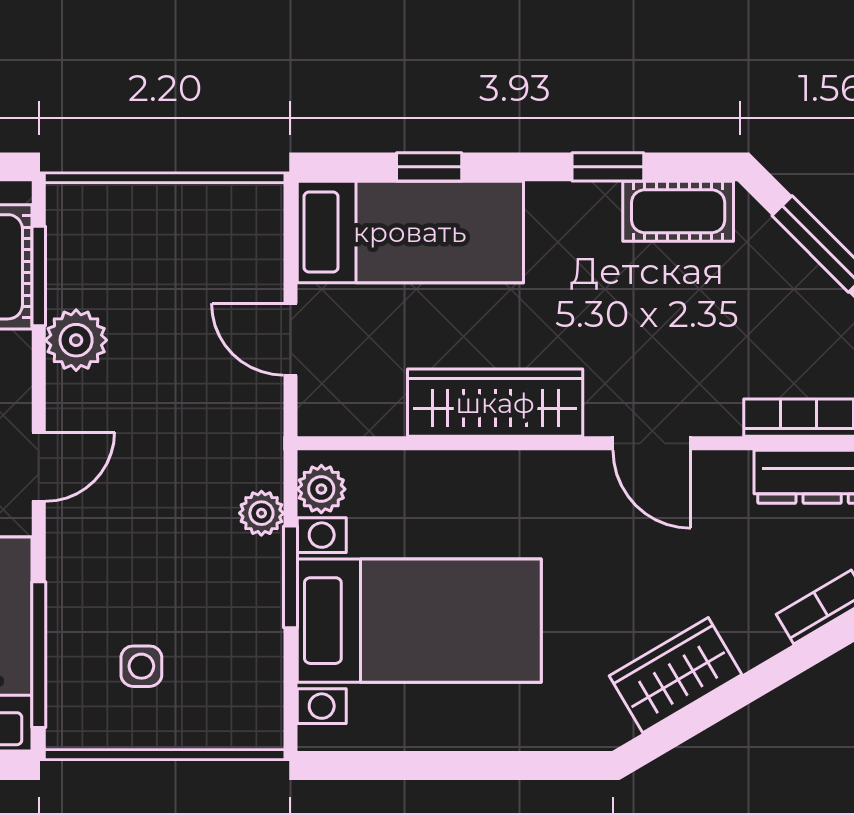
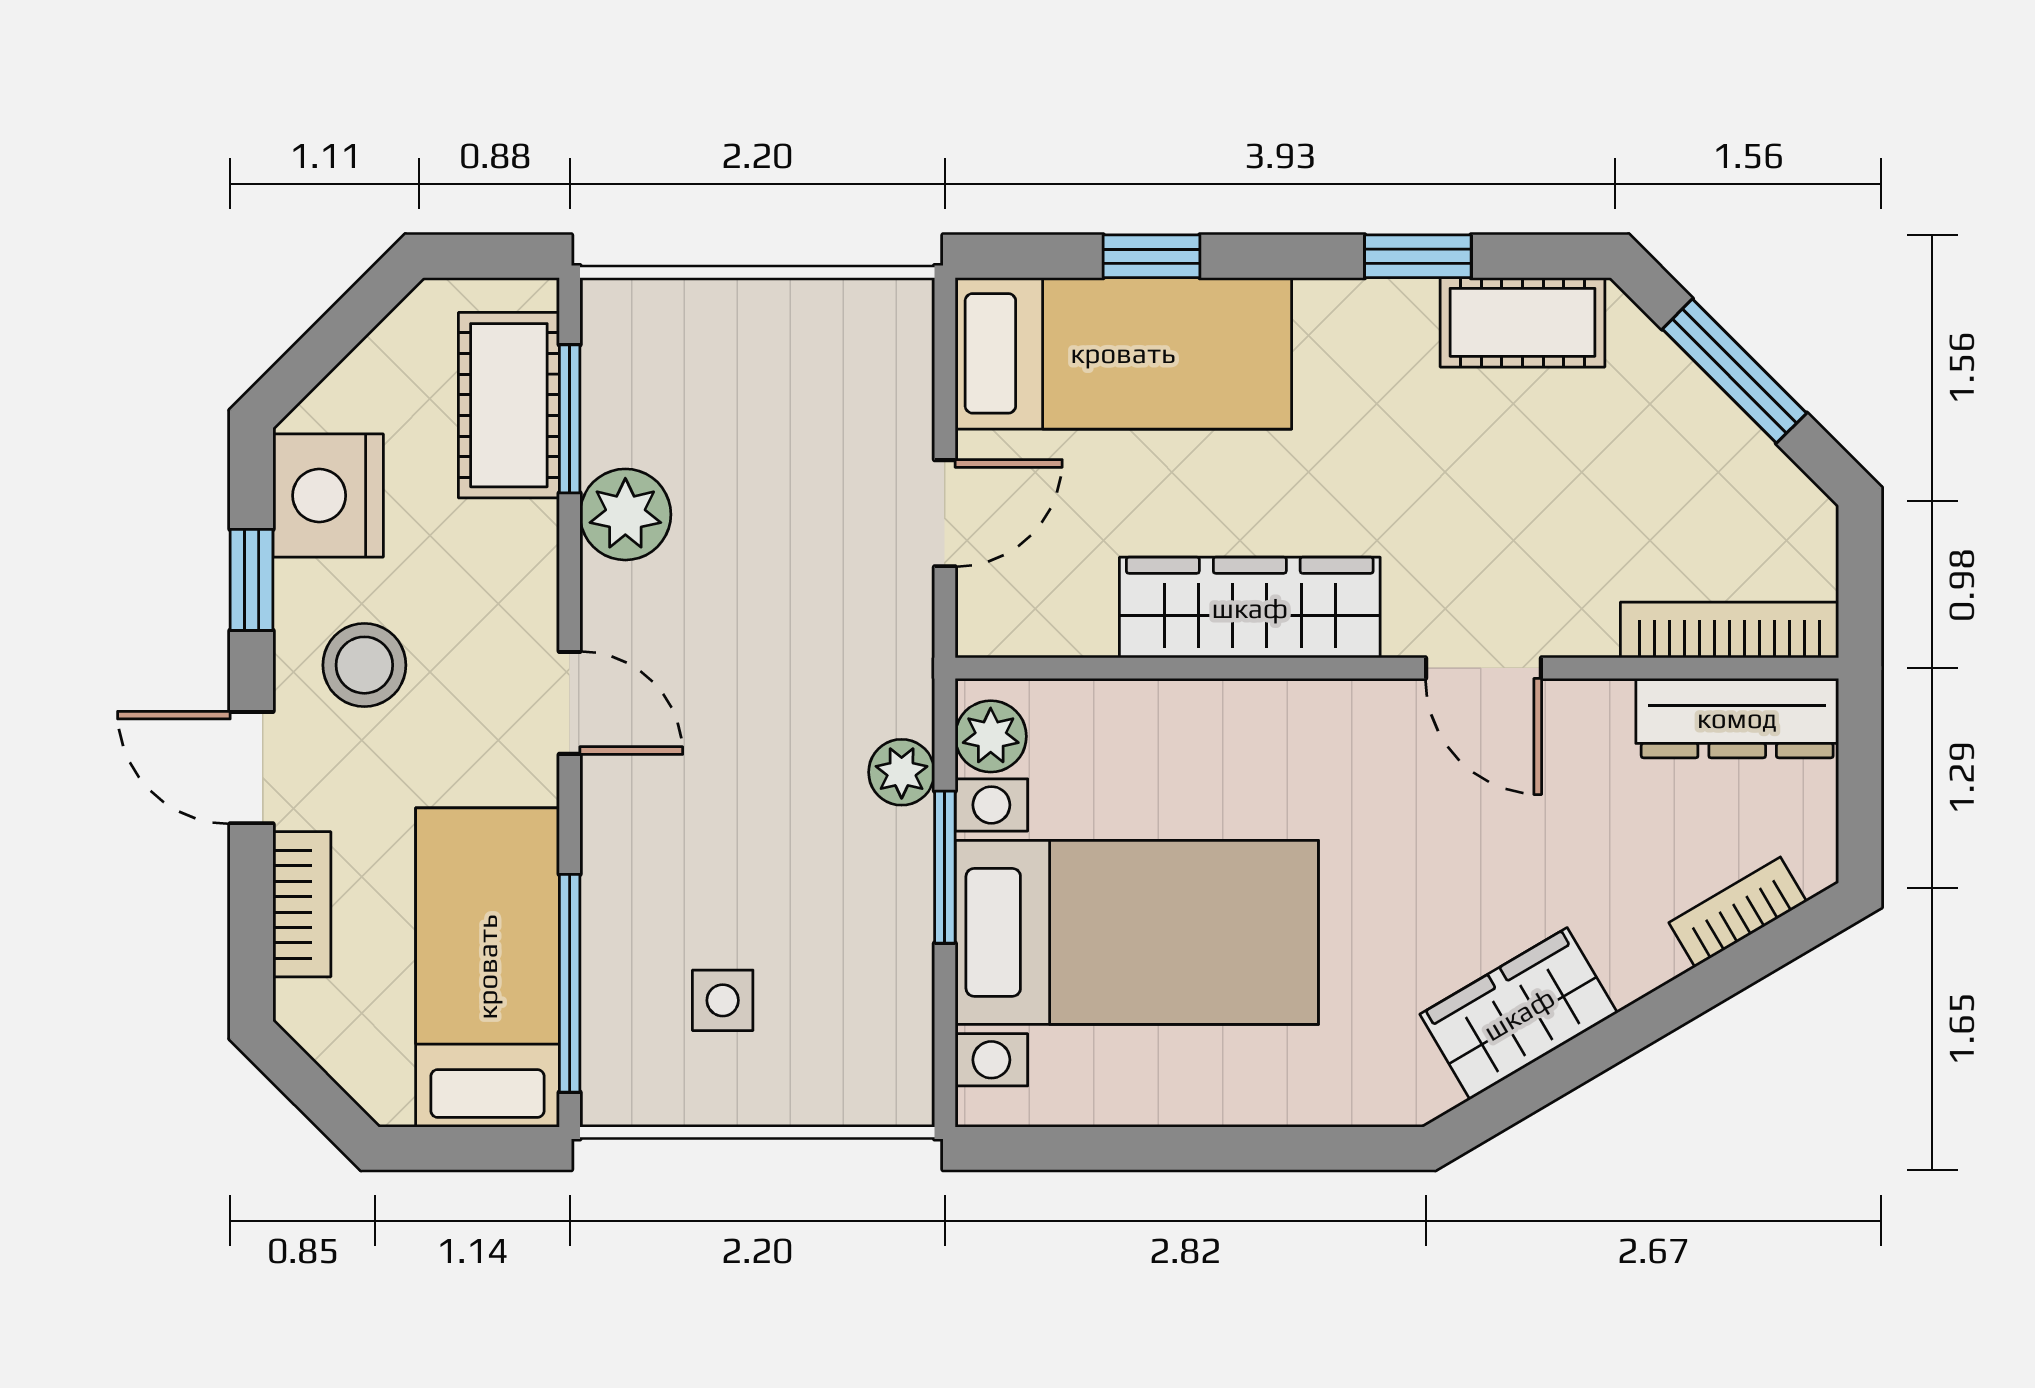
door: (290, 339) -> (945, 513), swing flipped
door: (39, 467) -> (570, 703), hinge flipped

